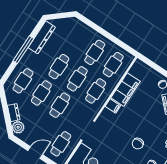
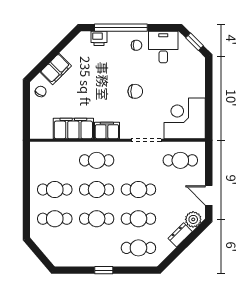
dresser: (42, 37) -> (77, 259), removed
window: (23, 50) -> (104, 270), width x0.46
cafe table: (113, 65) -> (55, 219), moved
filing cabinet: (113, 106) -> (107, 131), width x2.00
chair: (138, 144) -> (135, 91), moved
door: (35, 153) -> (209, 195), moved

